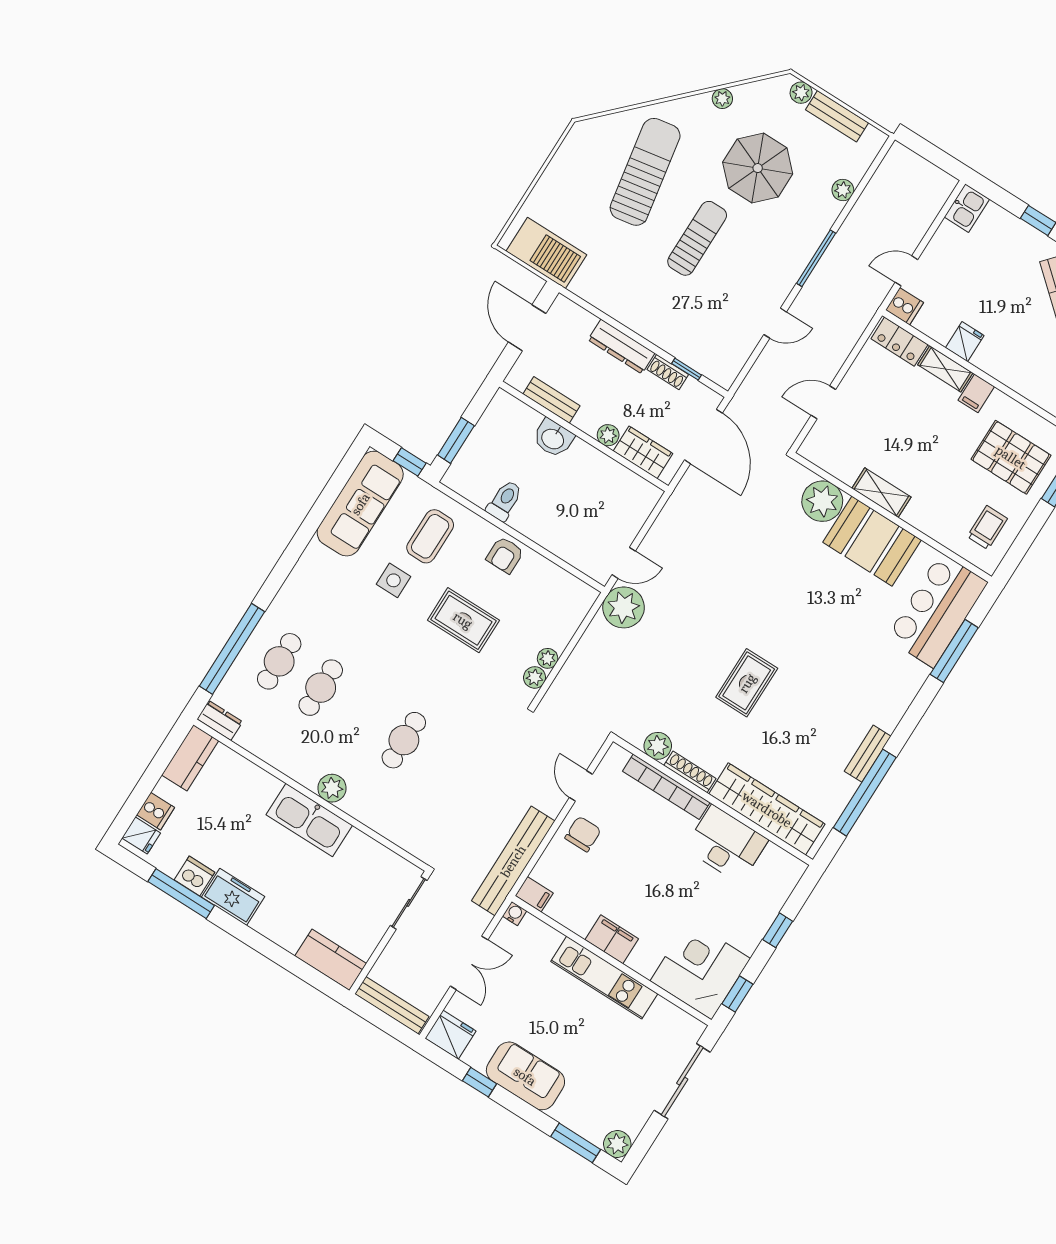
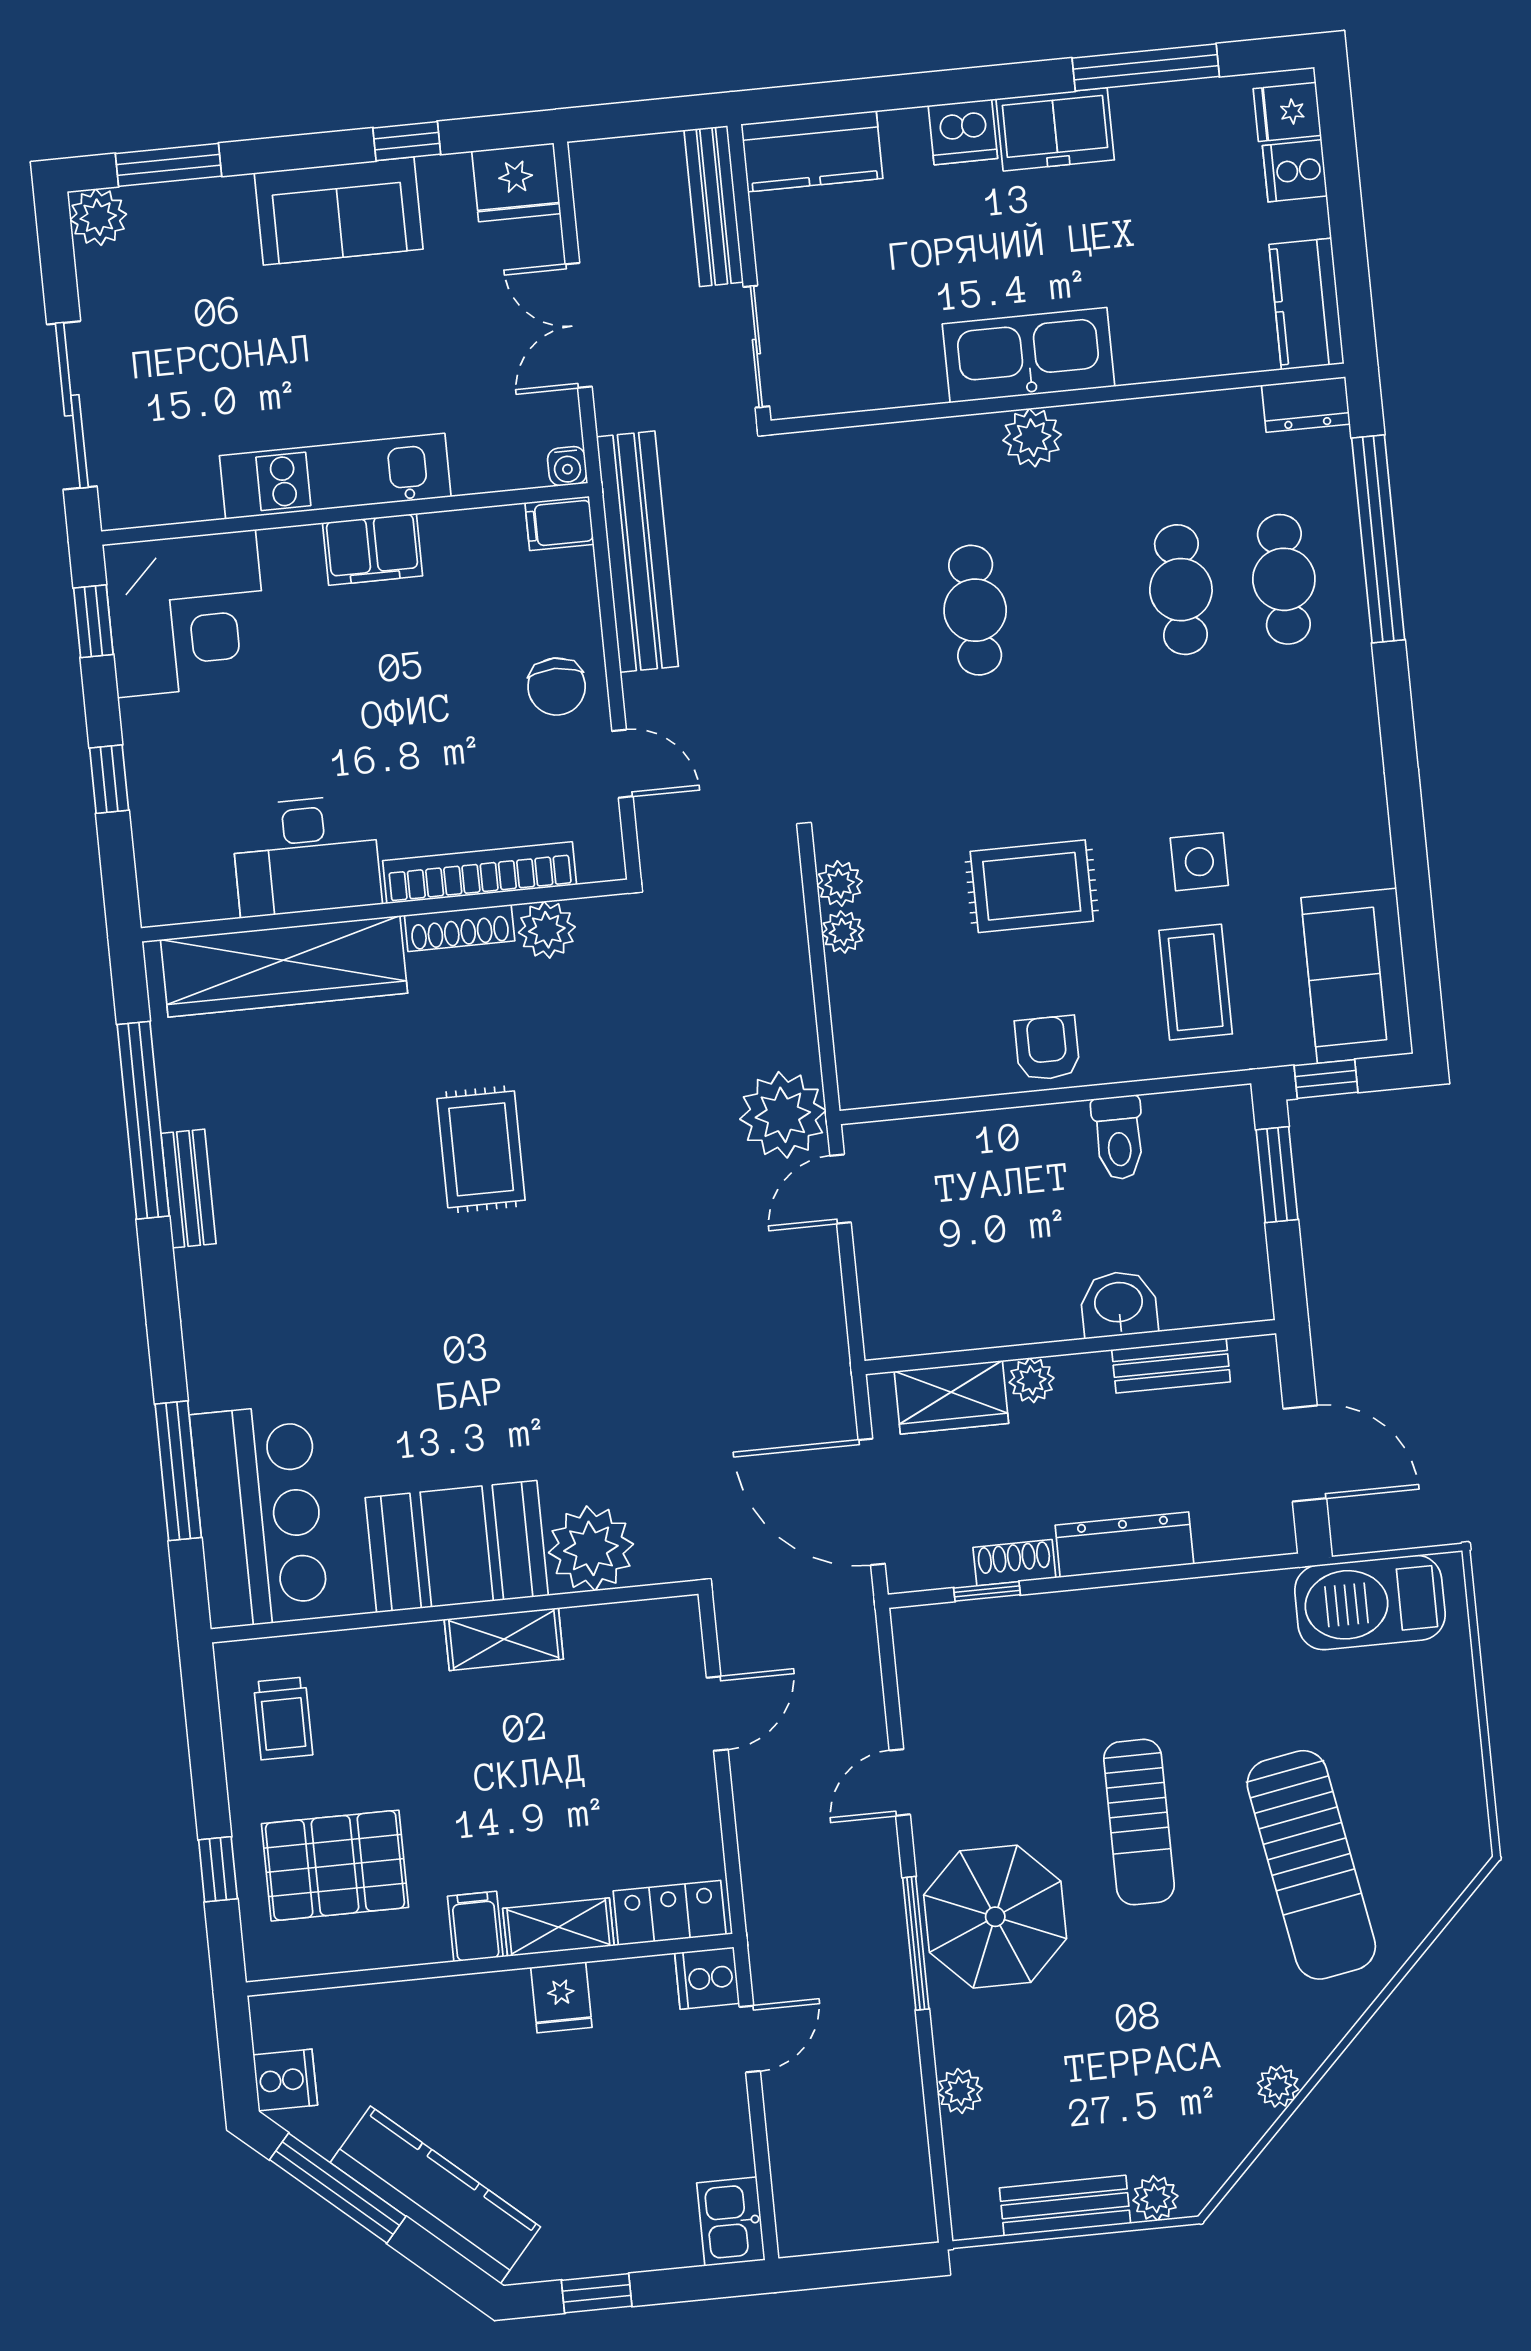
parasol: (758, 168) -> (995, 1917), moved
sofa: (360, 504) -> (1357, 976), width x0.73
dishwasher: (194, 876) -> (963, 132), moved
bench: (392, 1005) -> (714, 206), moved, turned 90

